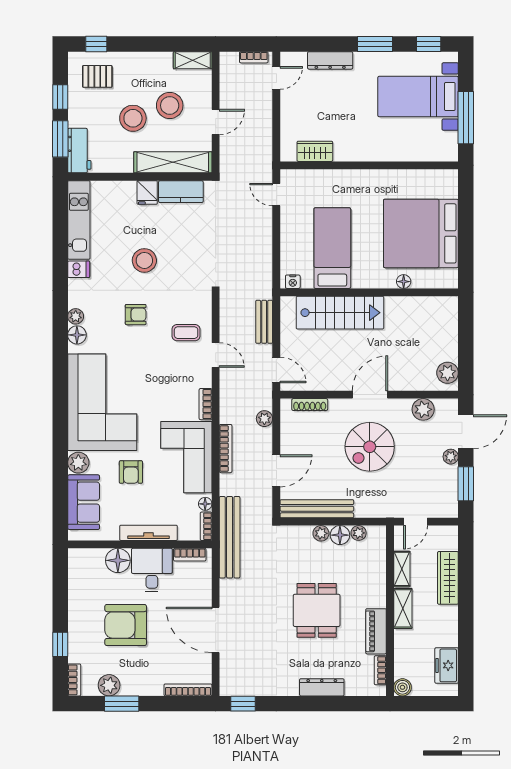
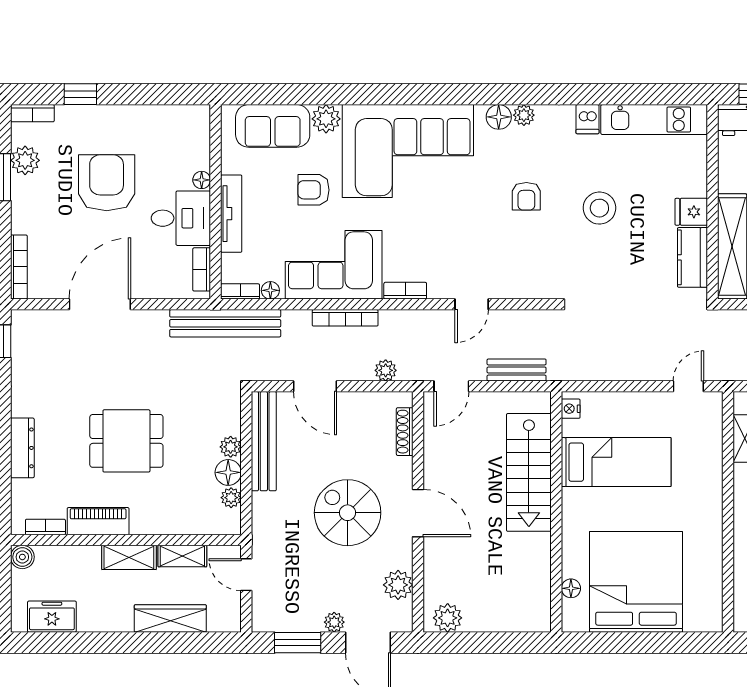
floor lamp: (404, 282) -> (571, 588), moved
coffee table: (186, 333) -> (502, 264), removed
floor lamp: (118, 560) -> (202, 180), width x0.53, depth x0.53

